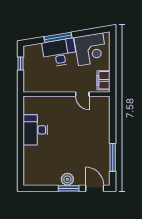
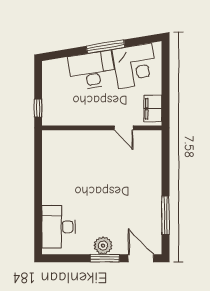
window: (58, 37) -> (106, 47), moved
window: (20, 64) -> (38, 108), moved
desk: (35, 130) -> (59, 227), moved

